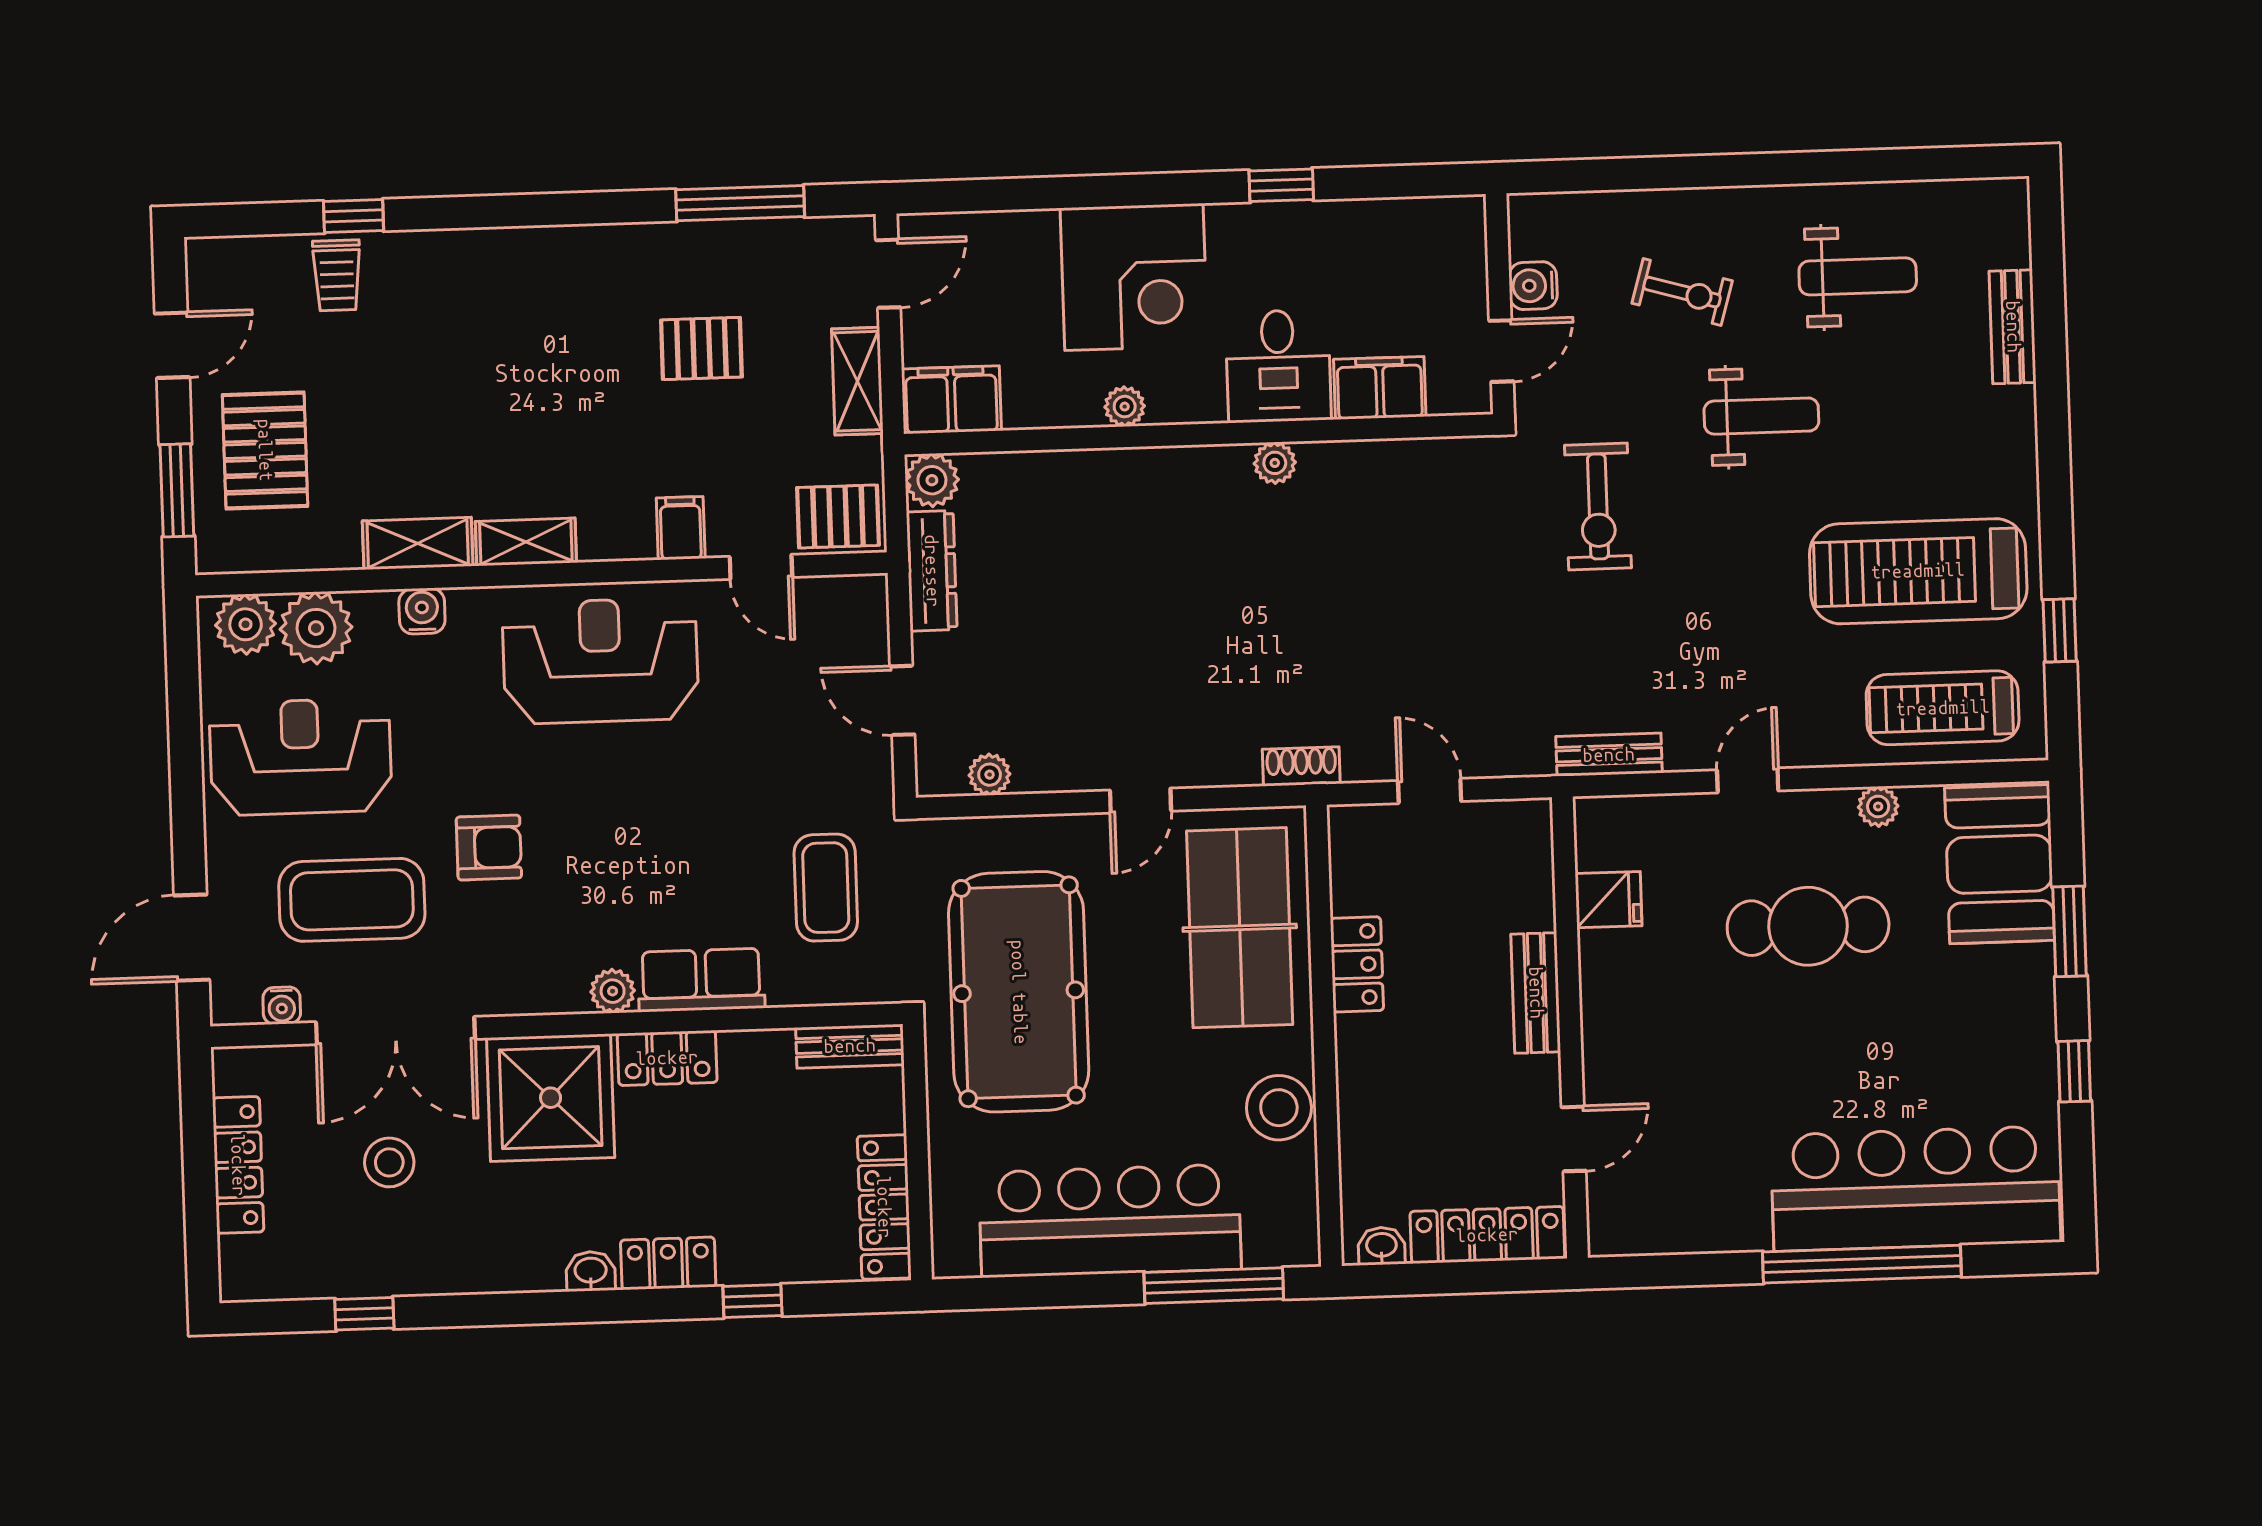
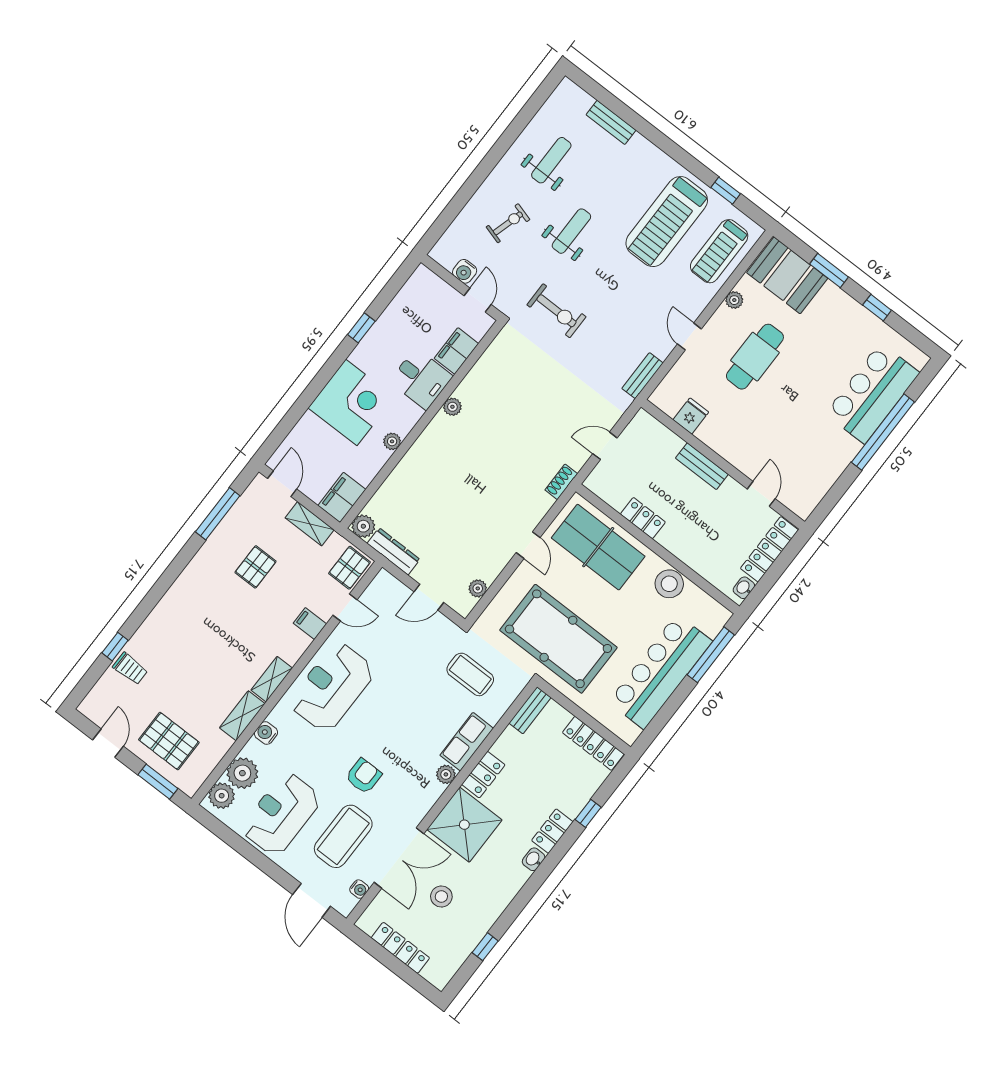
bar counter: (1916, 1189) -> (872, 393), width x0.73

